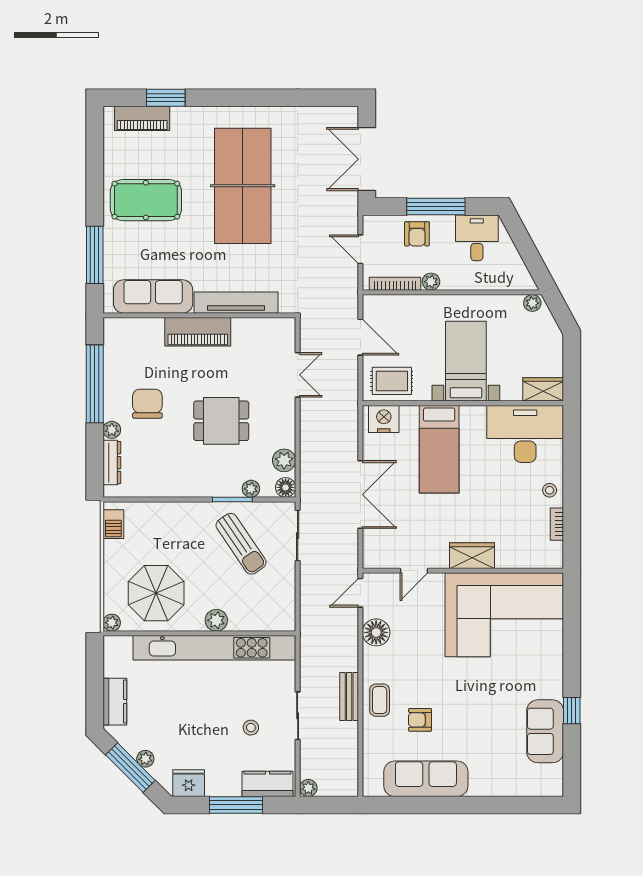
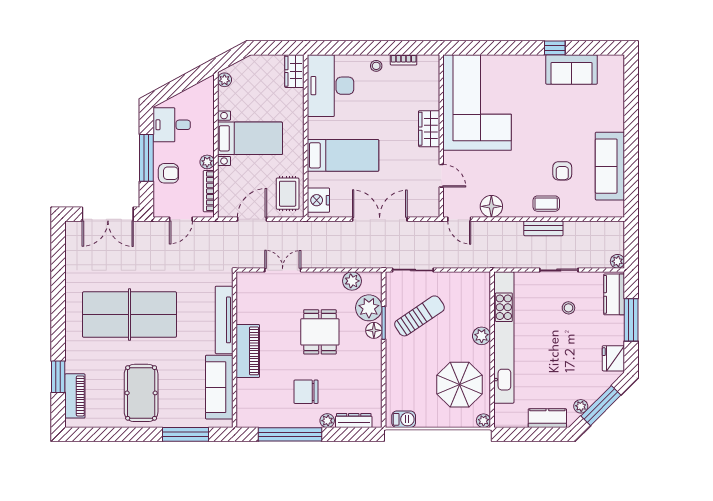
bed with nightstands: (466, 361) -> (250, 138), moved, turned 180
floor lamp: (286, 487) -> (374, 330), moved
plant: (251, 489) -> (369, 308), width x1.88, depth x1.88
plant: (145, 759) -> (581, 406), moved

